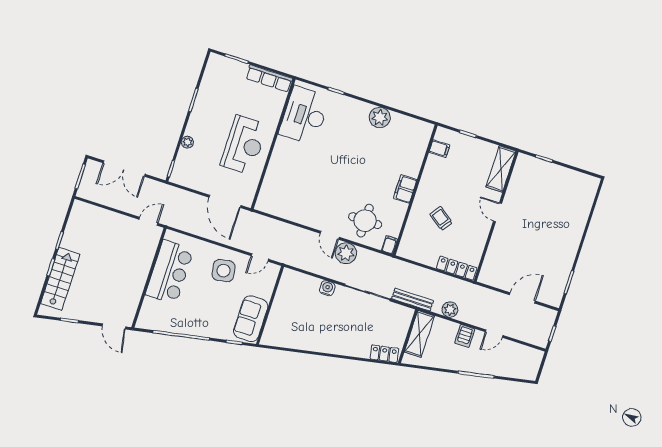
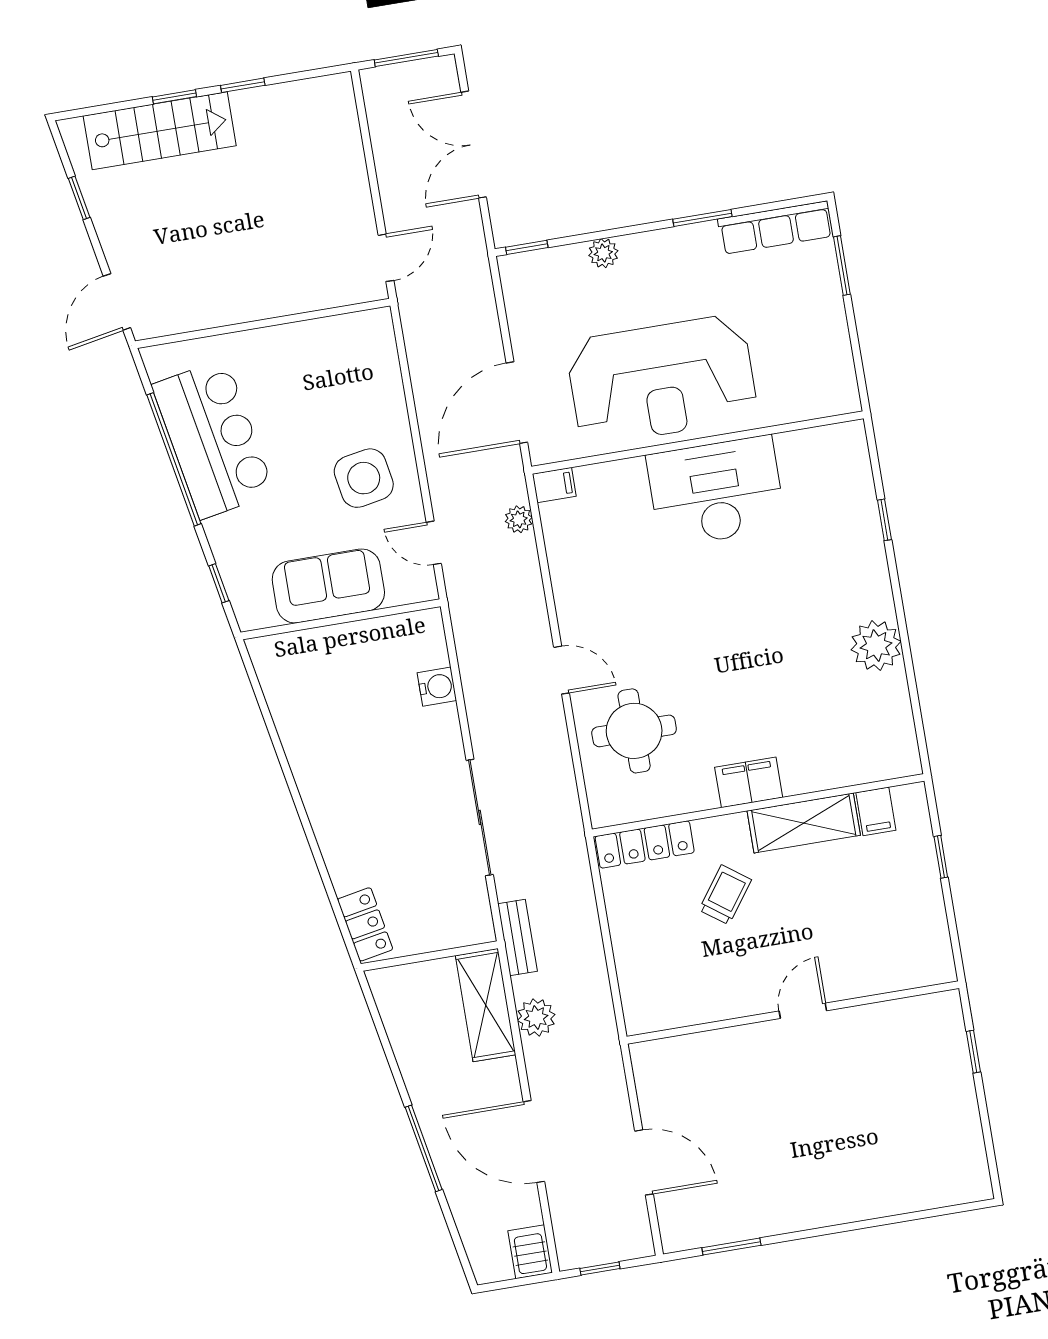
row of seats: (269, 78) -> (775, 228), moved, turned -90
desk: (304, 115) -> (716, 491), moved
reception desk: (244, 145) -> (662, 380), width x1.36, depth x1.30
shelving: (501, 169) -> (804, 823), moved
door: (148, 221) -> (386, 258), hinge flipped
door: (330, 235) -> (562, 670), swing flipped
filing cabinet: (389, 245) -> (554, 485), moved
plant: (346, 253) -> (519, 519), moved, width x0.53, depth x0.53
locker: (457, 268) -> (645, 844), moved, turned 90
bar counter: (170, 272) -> (213, 439), moved, turned -100
water cooler: (327, 288) -> (437, 687), moved
bench: (413, 300) -> (517, 937), width x0.73
sofa: (251, 319) -> (328, 586), moved
shelving: (419, 334) -> (486, 1005), moved, turned 90
door: (494, 334) -> (534, 1142), width x1.87
server rack: (465, 336) -> (530, 1252), moved, turned 90

